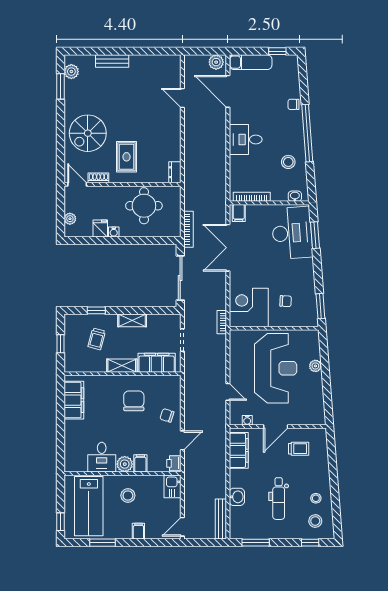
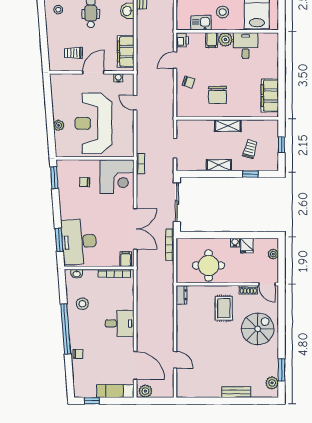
filing cabinet: (157, 363) -> (198, 128), removed
kitchen sink: (173, 486) -> (201, 23), moved, turned -90

